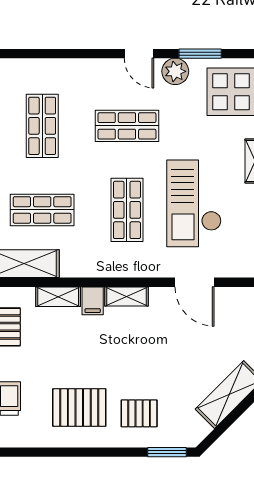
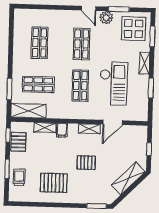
shop shelf: (127, 126) -> (81, 44), turned 90
checkout: (194, 203) -> (114, 83), turned 180
door: (195, 282) -> (113, 122), hinge flipped
shelving: (127, 296) -> (89, 129), moved
pallet: (139, 413) -> (86, 163), moved

